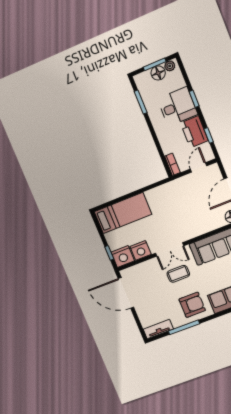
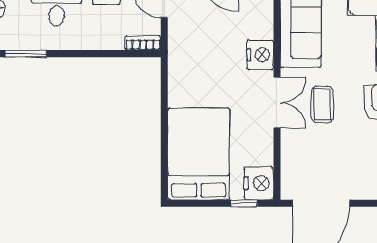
bed: (123, 213) -> (199, 154), width x1.50
nightstand: (141, 250) -> (260, 55), moved

